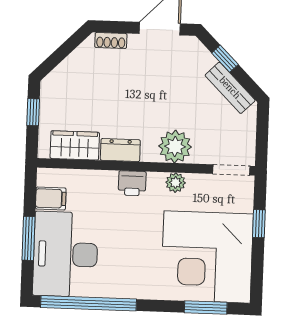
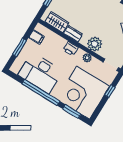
desk: (65, 254) -> (40, 73), moved, turned -90
window: (88, 303) -> (41, 92), moved

